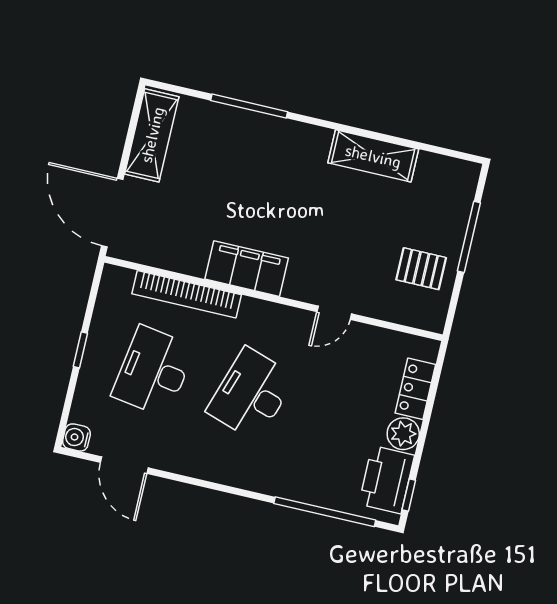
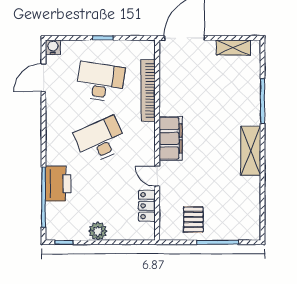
shelving: (152, 135) -> (233, 47), width x0.67, depth x0.75
shelving: (373, 156) -> (251, 151), moved
filing cabinet: (247, 269) -> (171, 138), moved
locker: (415, 389) -> (147, 206), moved, turned -90
desk: (251, 394) -> (100, 140), turned -42
printer: (387, 480) -> (58, 184), moved, turned 90

